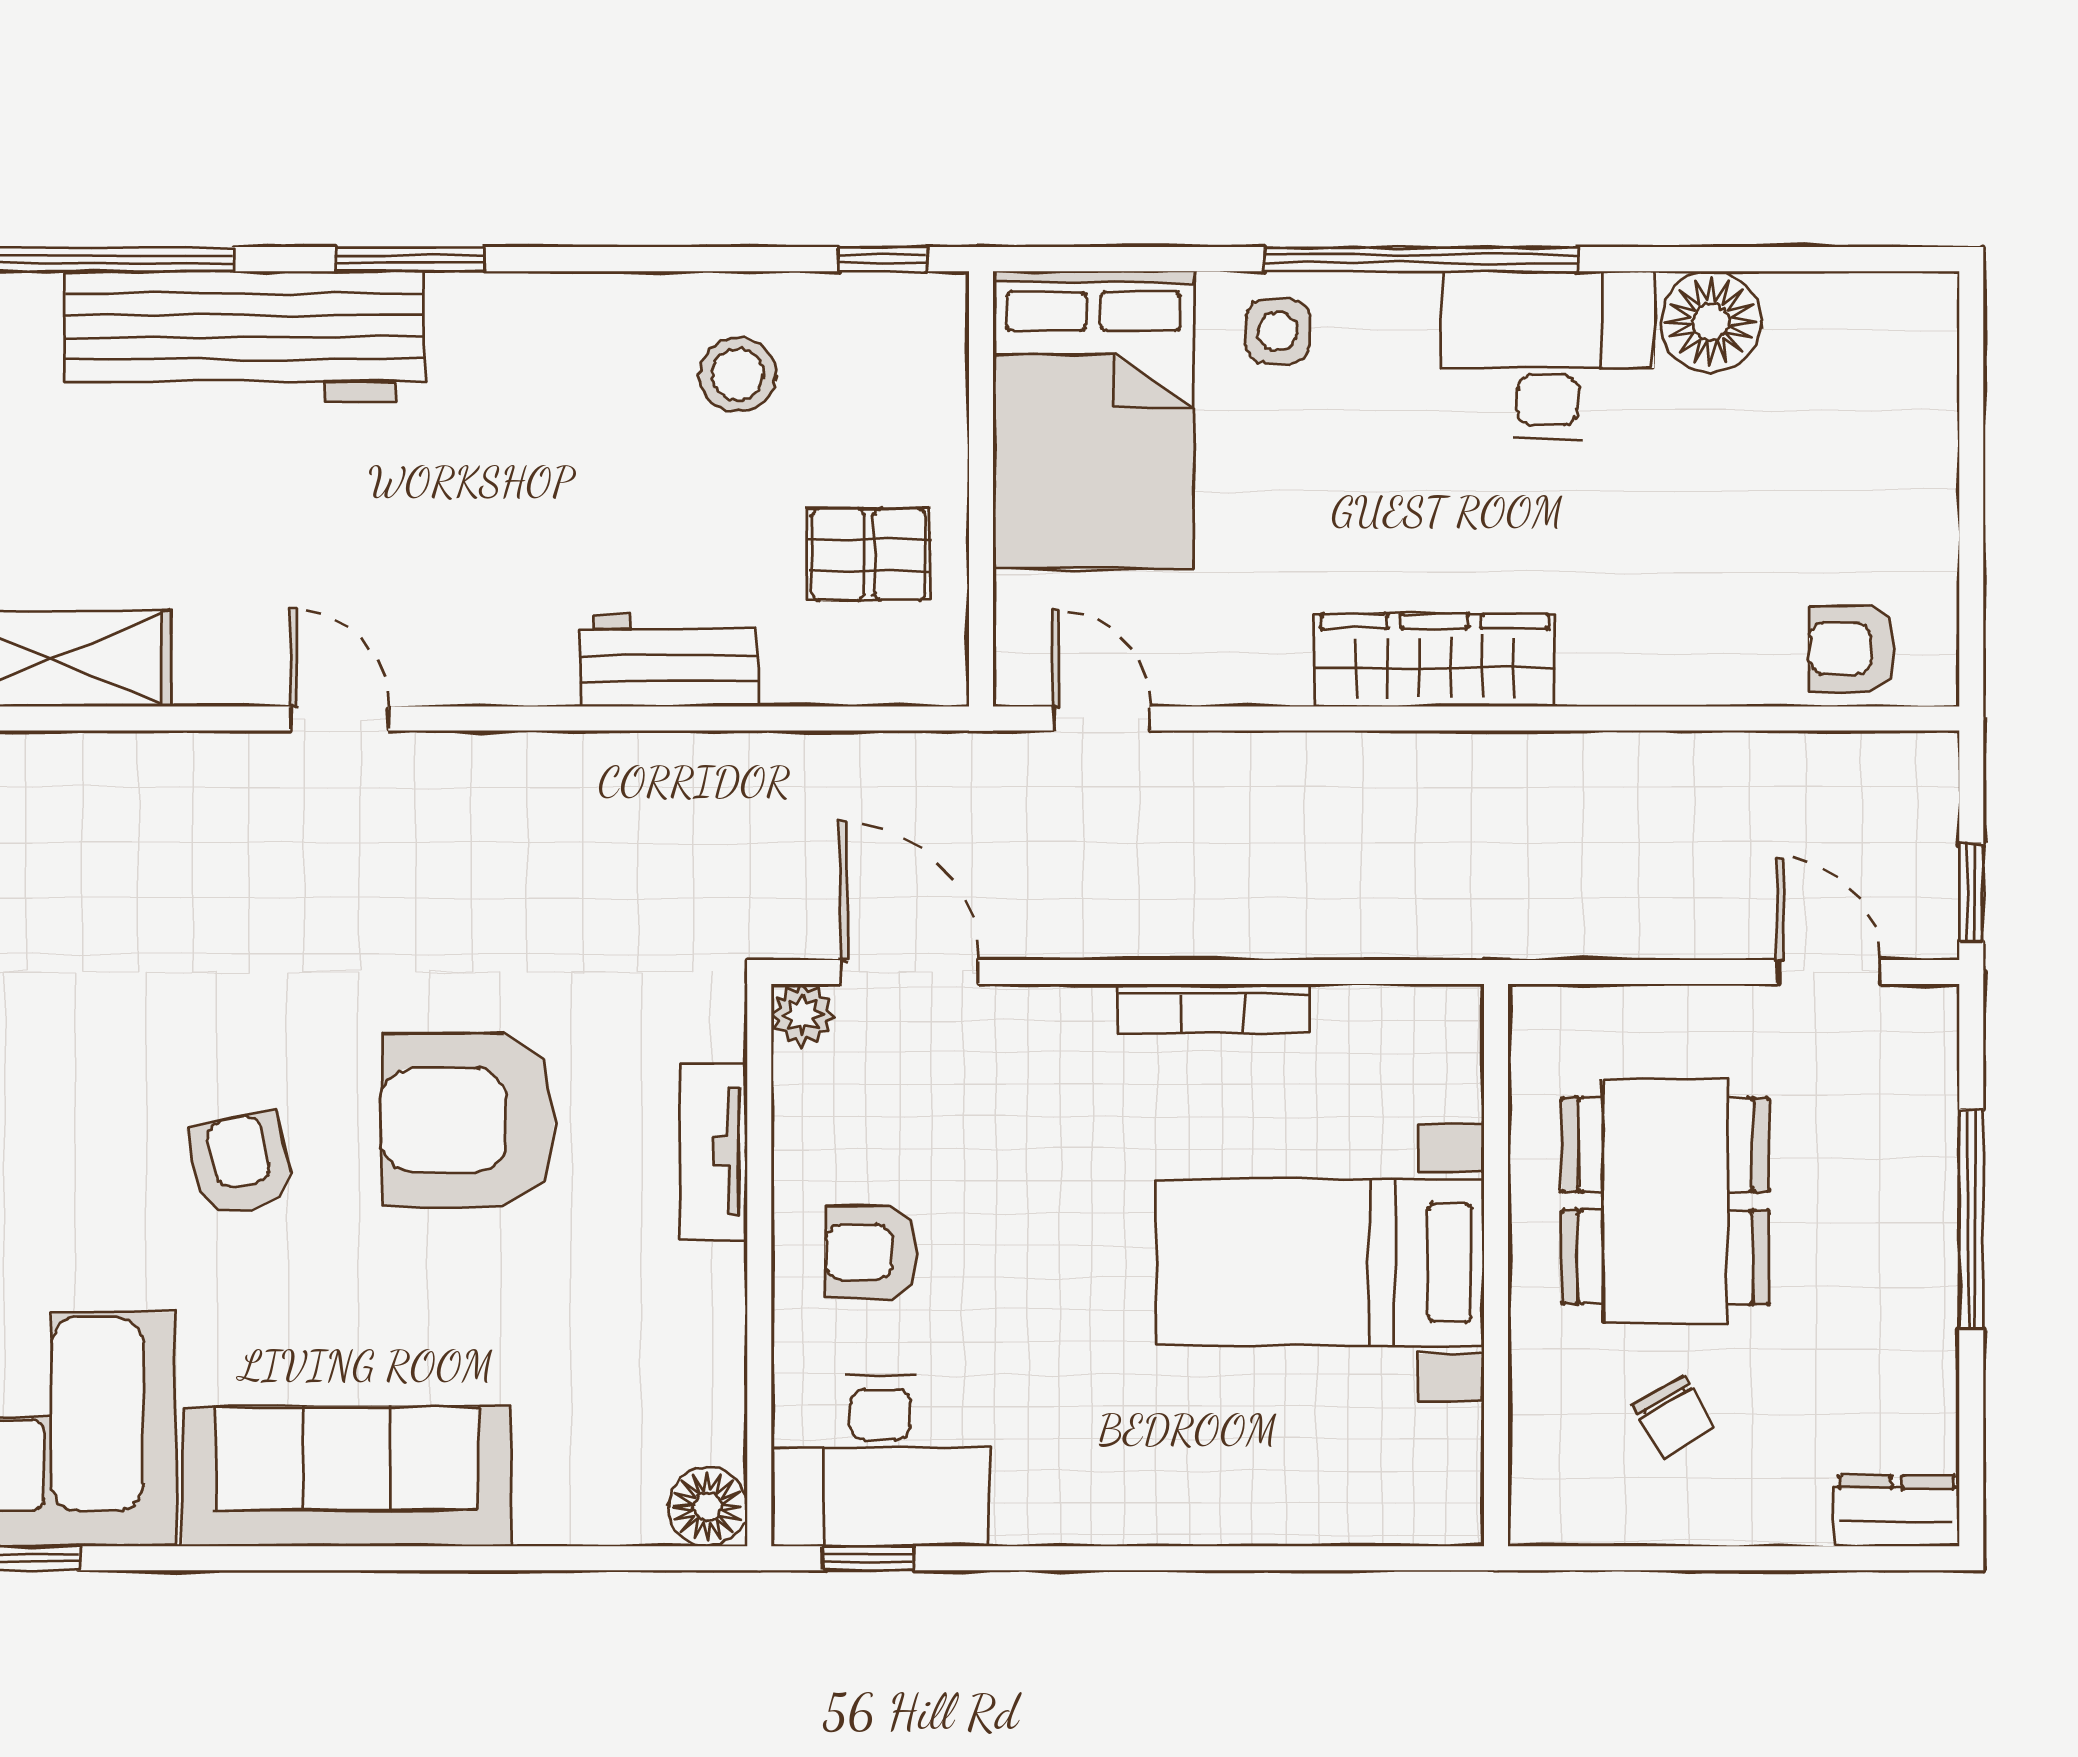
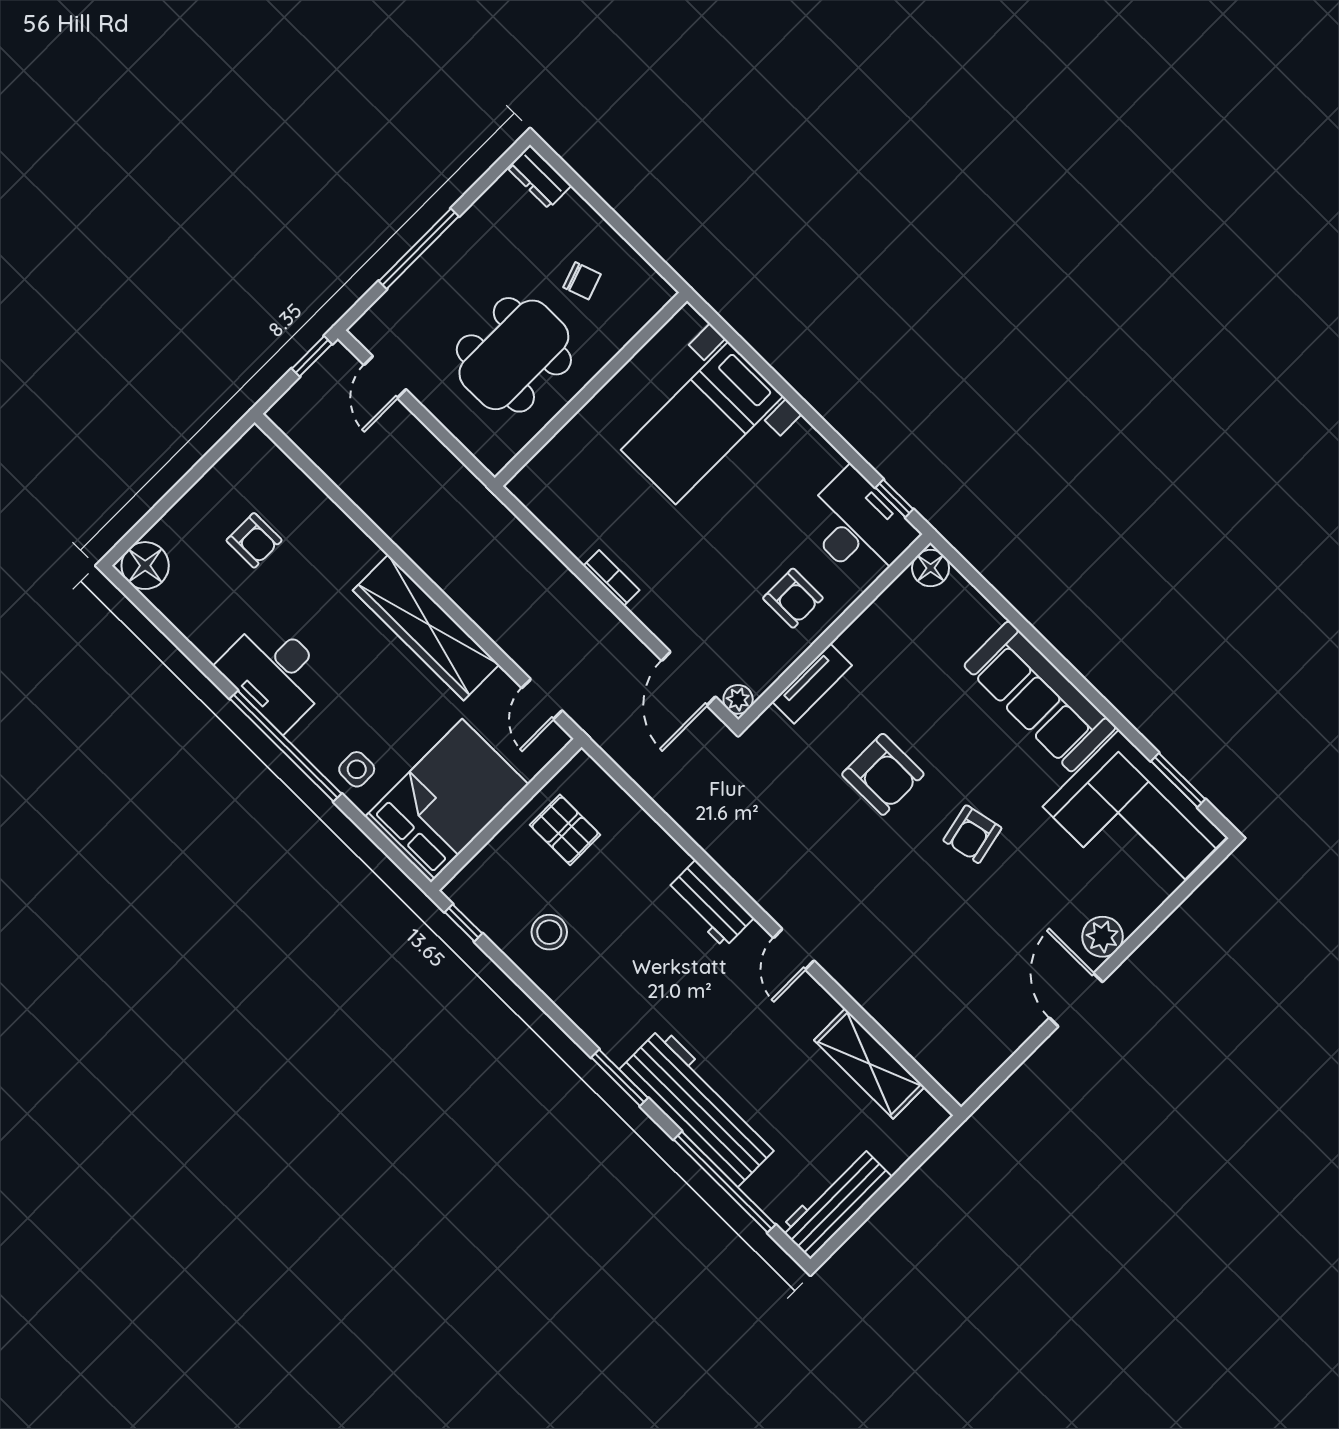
floor lamp: (1711, 322) -> (145, 566), moved
armchair: (1852, 649) -> (254, 540), moved
wardrobe: (1435, 660) -> (426, 628), width x1.40, depth x1.17
workbench: (669, 661) -> (710, 904), moved
bookcase: (1214, 1008) -> (611, 578), width x0.64
armchair: (468, 1120) -> (883, 774), width x0.73, depth x0.73
bed with nightstands: (1320, 1262) -> (702, 423), moved, turned 90
chair: (1674, 1417) -> (582, 281), turned 100

